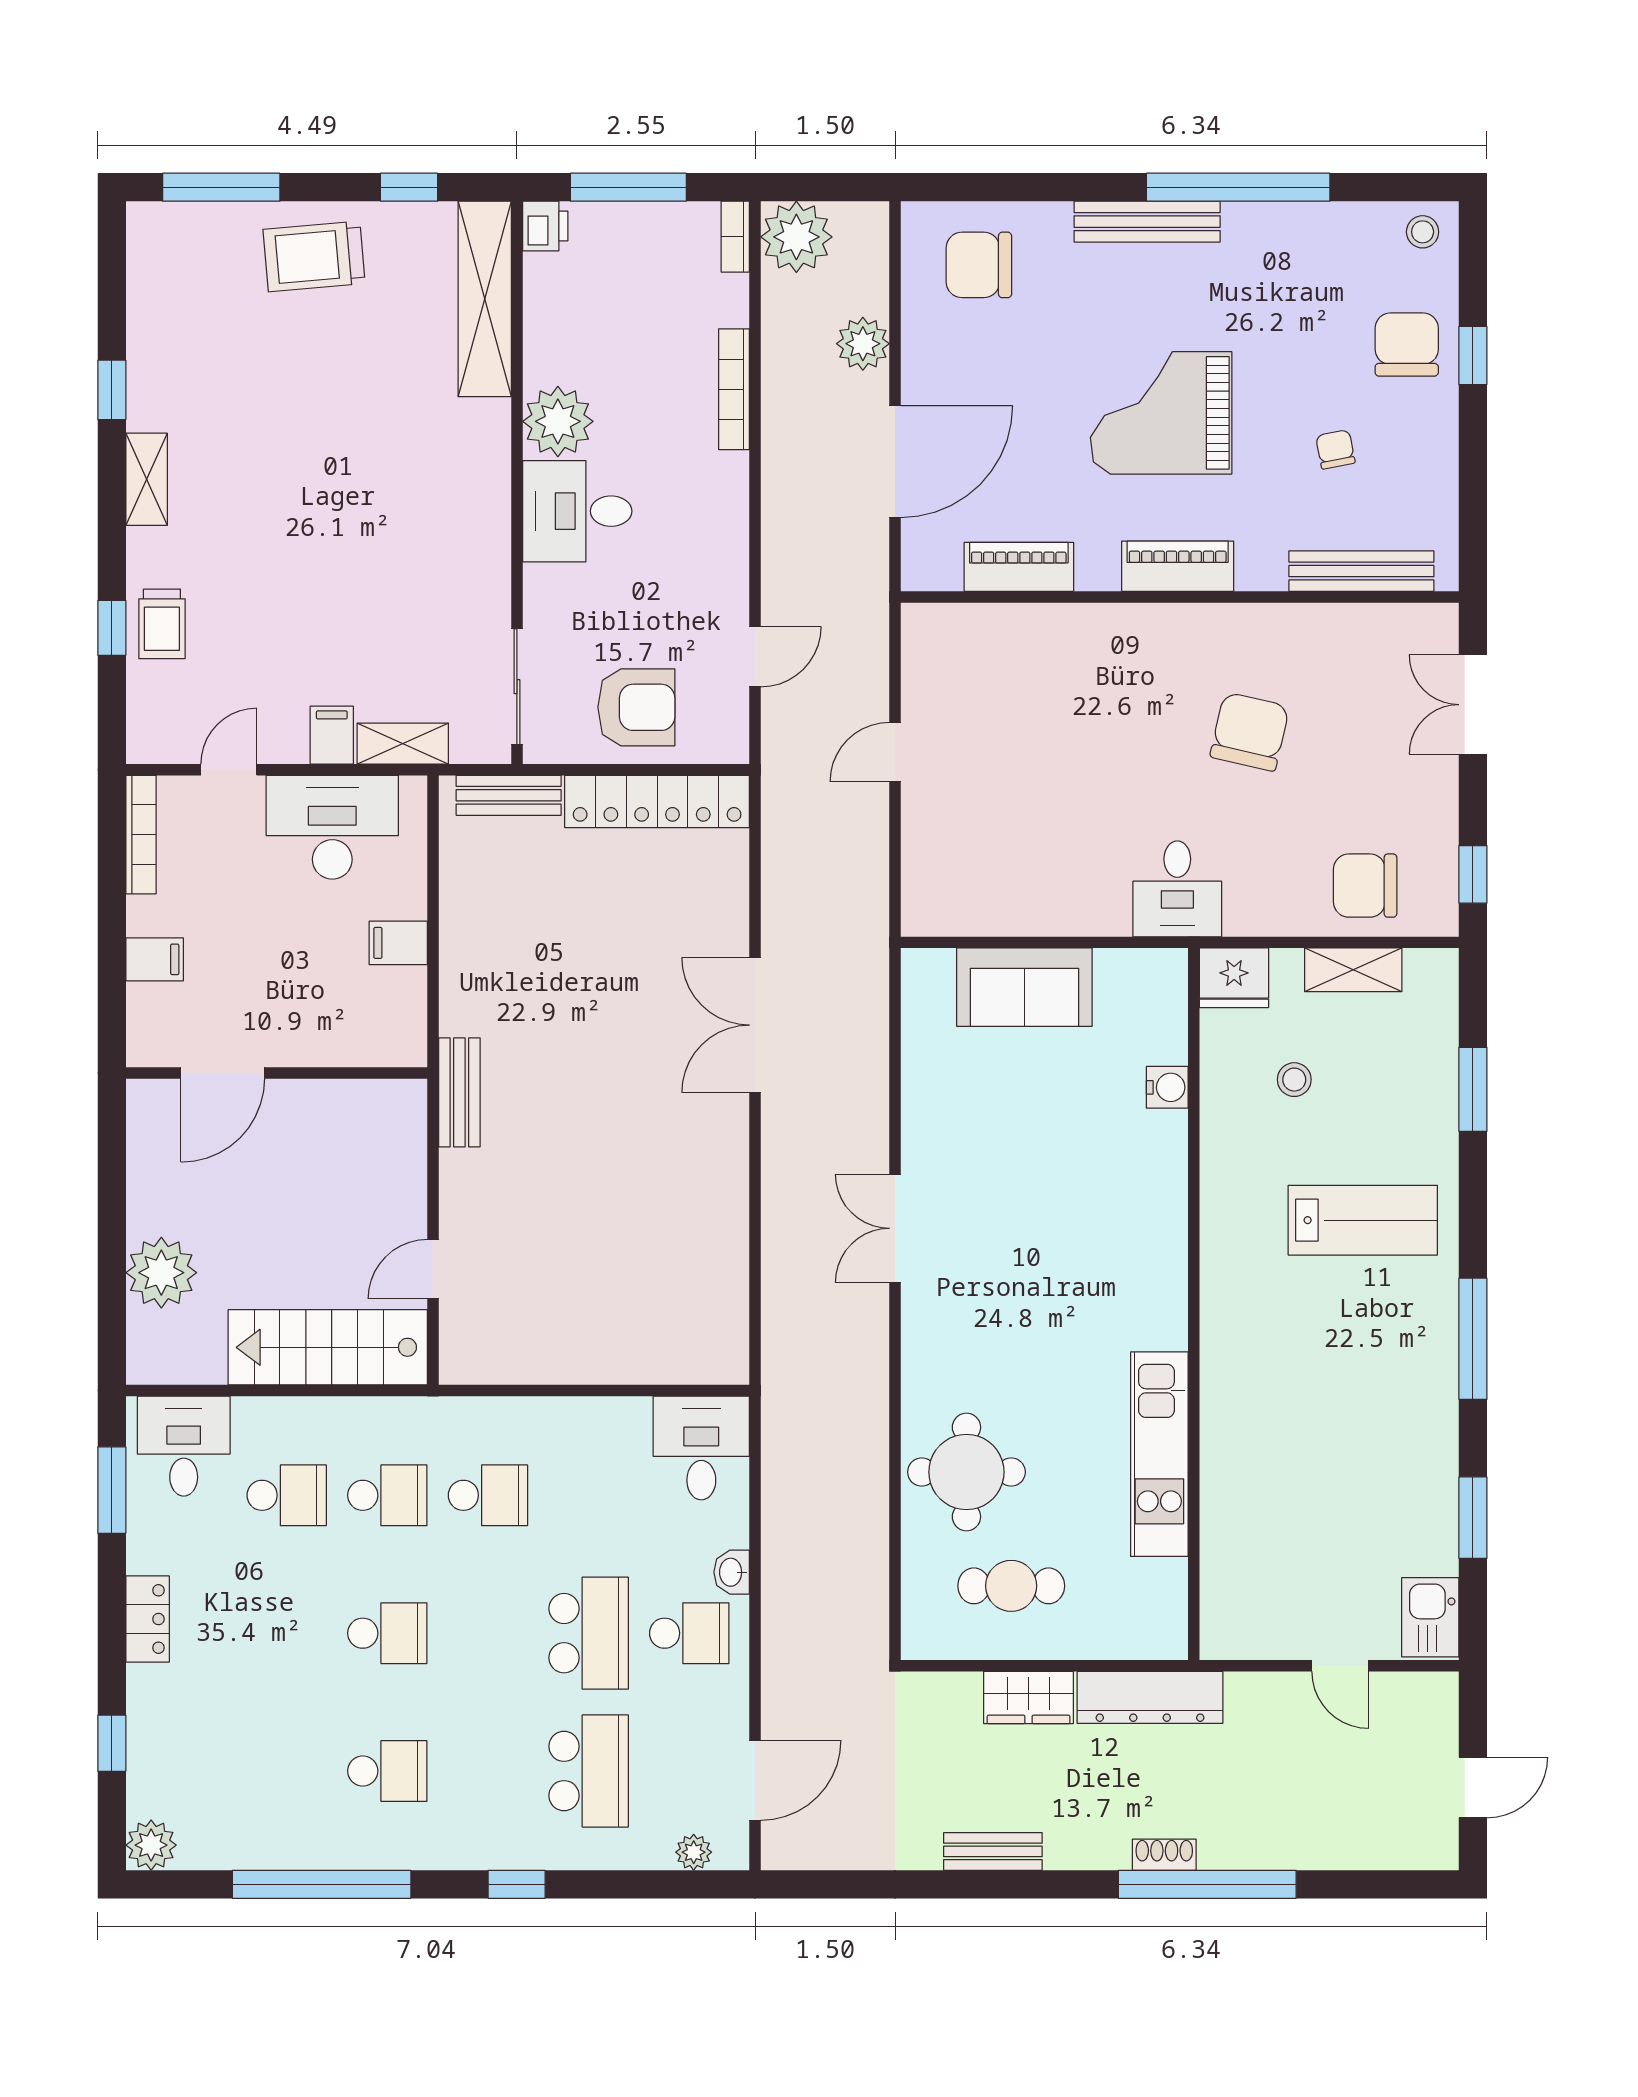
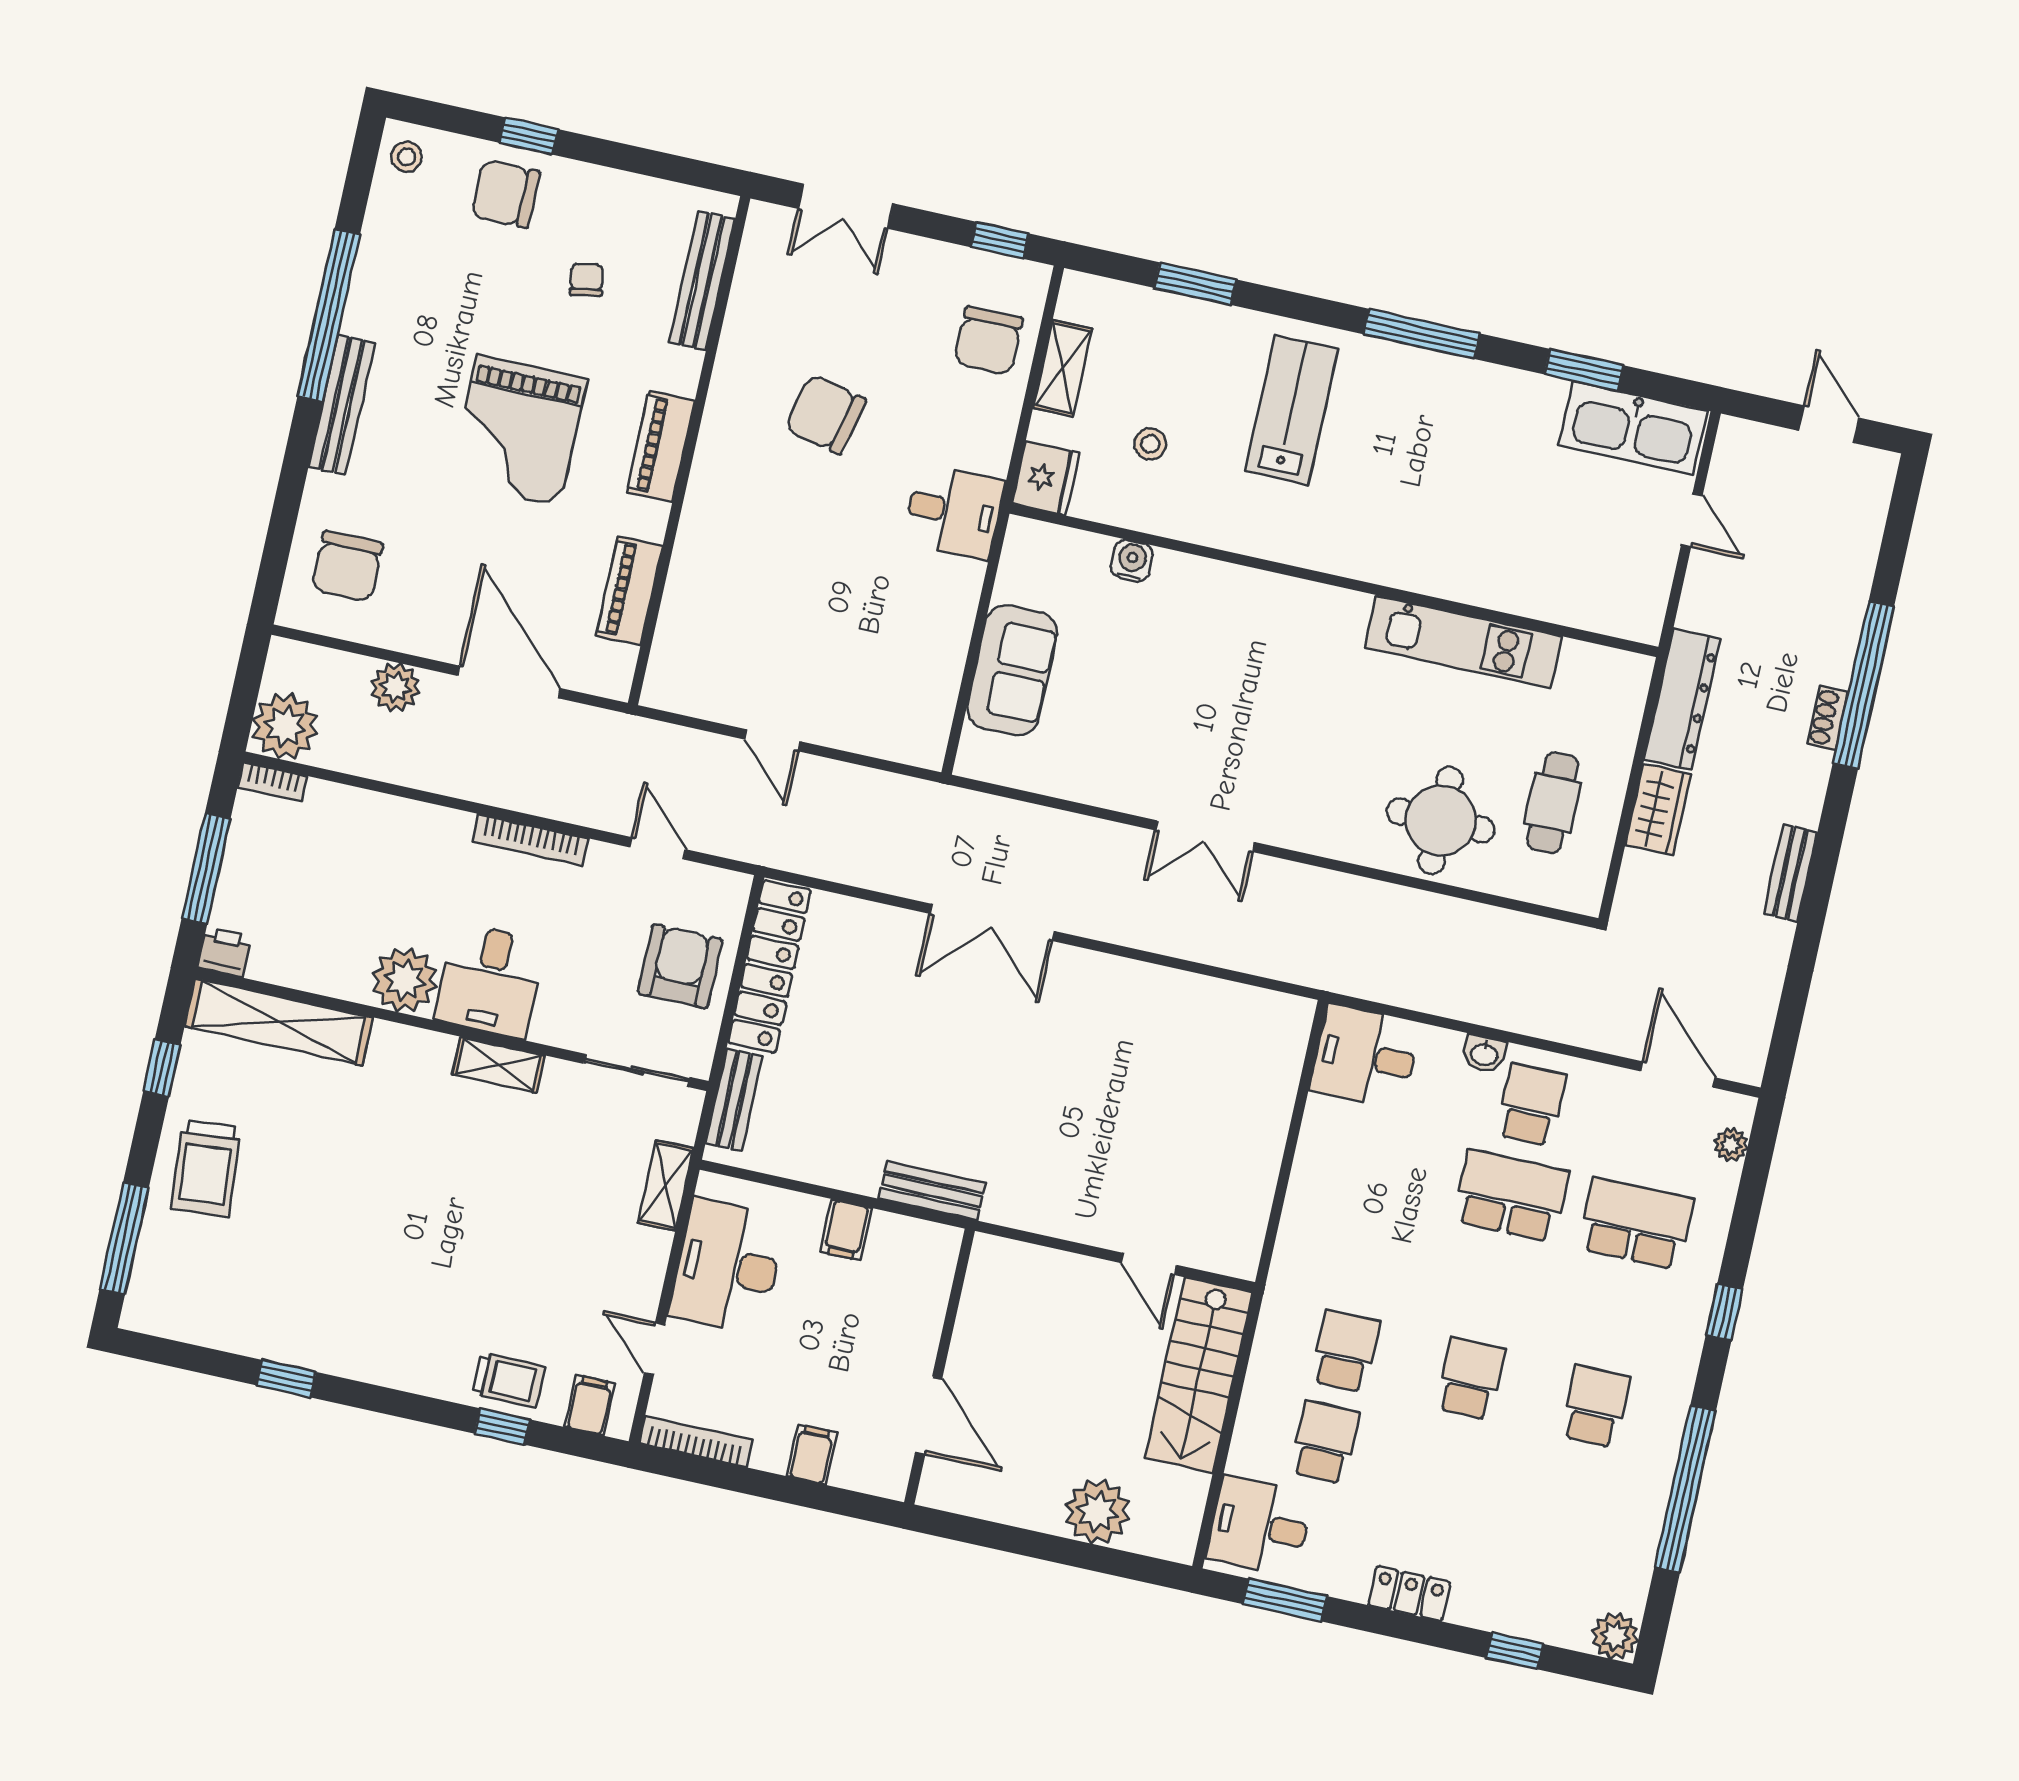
bookcase: (734, 389) -> (530, 840), moved
chair: (1335, 449) -> (586, 280), turned 91
shelving: (147, 479) -> (498, 1065), moved
filing cabinet: (332, 735) -> (590, 1405), moved, turned 90
bench: (459, 1092) -> (932, 1191), moved
school desk: (488, 1495) -> (1365, 1260), removed
kitchen sink: (1430, 1617) -> (1633, 428), width x1.87, depth x1.24
door: (1340, 1666) -> (1692, 520), hinge flipped

